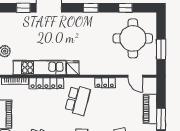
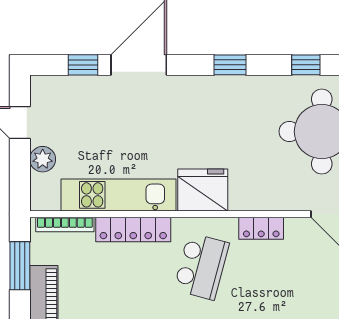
fridge: (73, 68) -> (203, 190), width x1.88, depth x1.34

